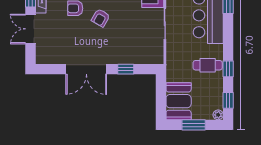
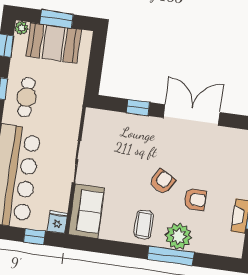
cafe table: (208, 65) -> (26, 97), turned 90
booth: (179, 101) -> (54, 43), moved, turned 90

